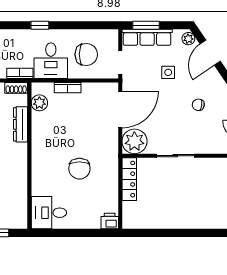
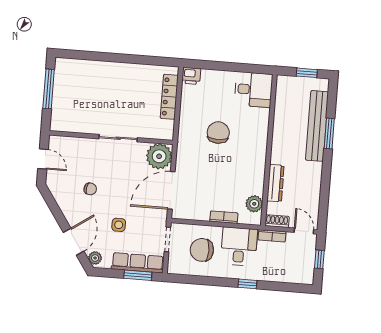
locker: (129, 179) -> (169, 97), moved

